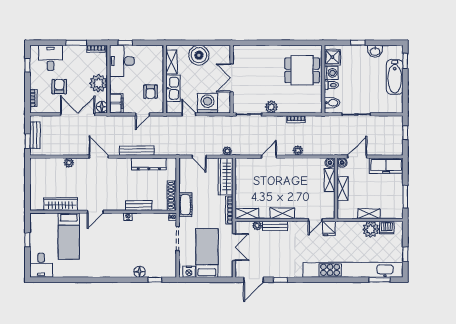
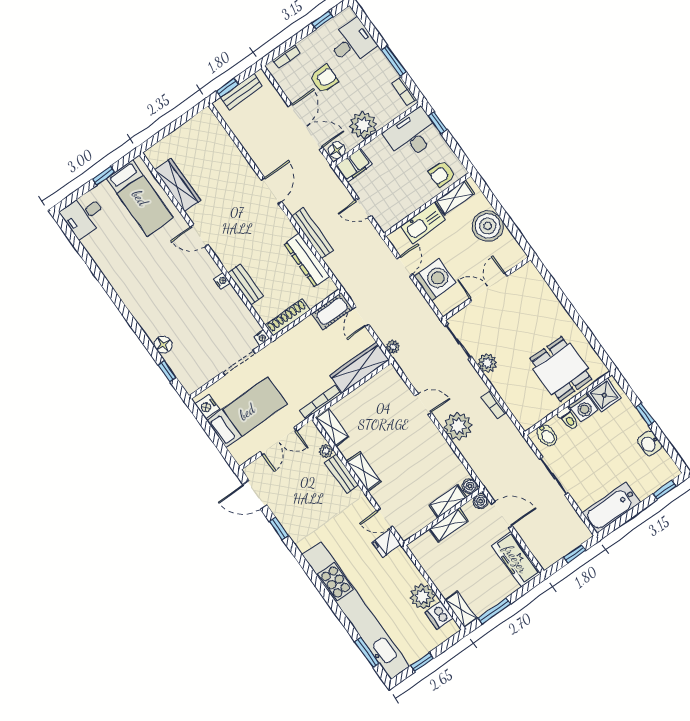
bathtub: (395, 77) -> (611, 508), moved
armchair: (150, 92) -> (442, 174), moved
plant: (298, 151) -> (458, 426), width x1.87, depth x1.87
plant: (69, 163) -> (237, 159), removed
cot: (185, 205) -> (332, 311), moved
shelving: (369, 214) -> (461, 609), moved
bed: (69, 236) -> (140, 198), moved, turned -90

